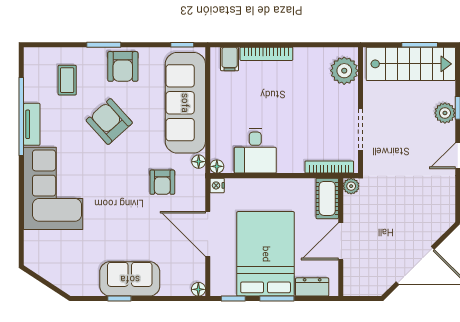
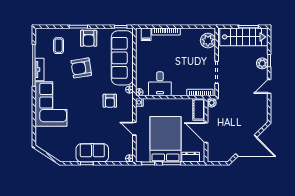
armchair: (109, 122) -> (81, 68), turned -57
door: (208, 234) -> (134, 129), width x0.53
door: (341, 241) -> (206, 133), hinge flipped

